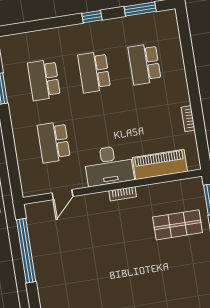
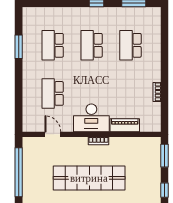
piano: (160, 164) -> (125, 125), width x0.73, depth x0.75
door: (63, 195) -> (53, 134), swing flipped
shop shelf: (178, 225) -> (89, 178), moved, width x2.00, depth x1.36

